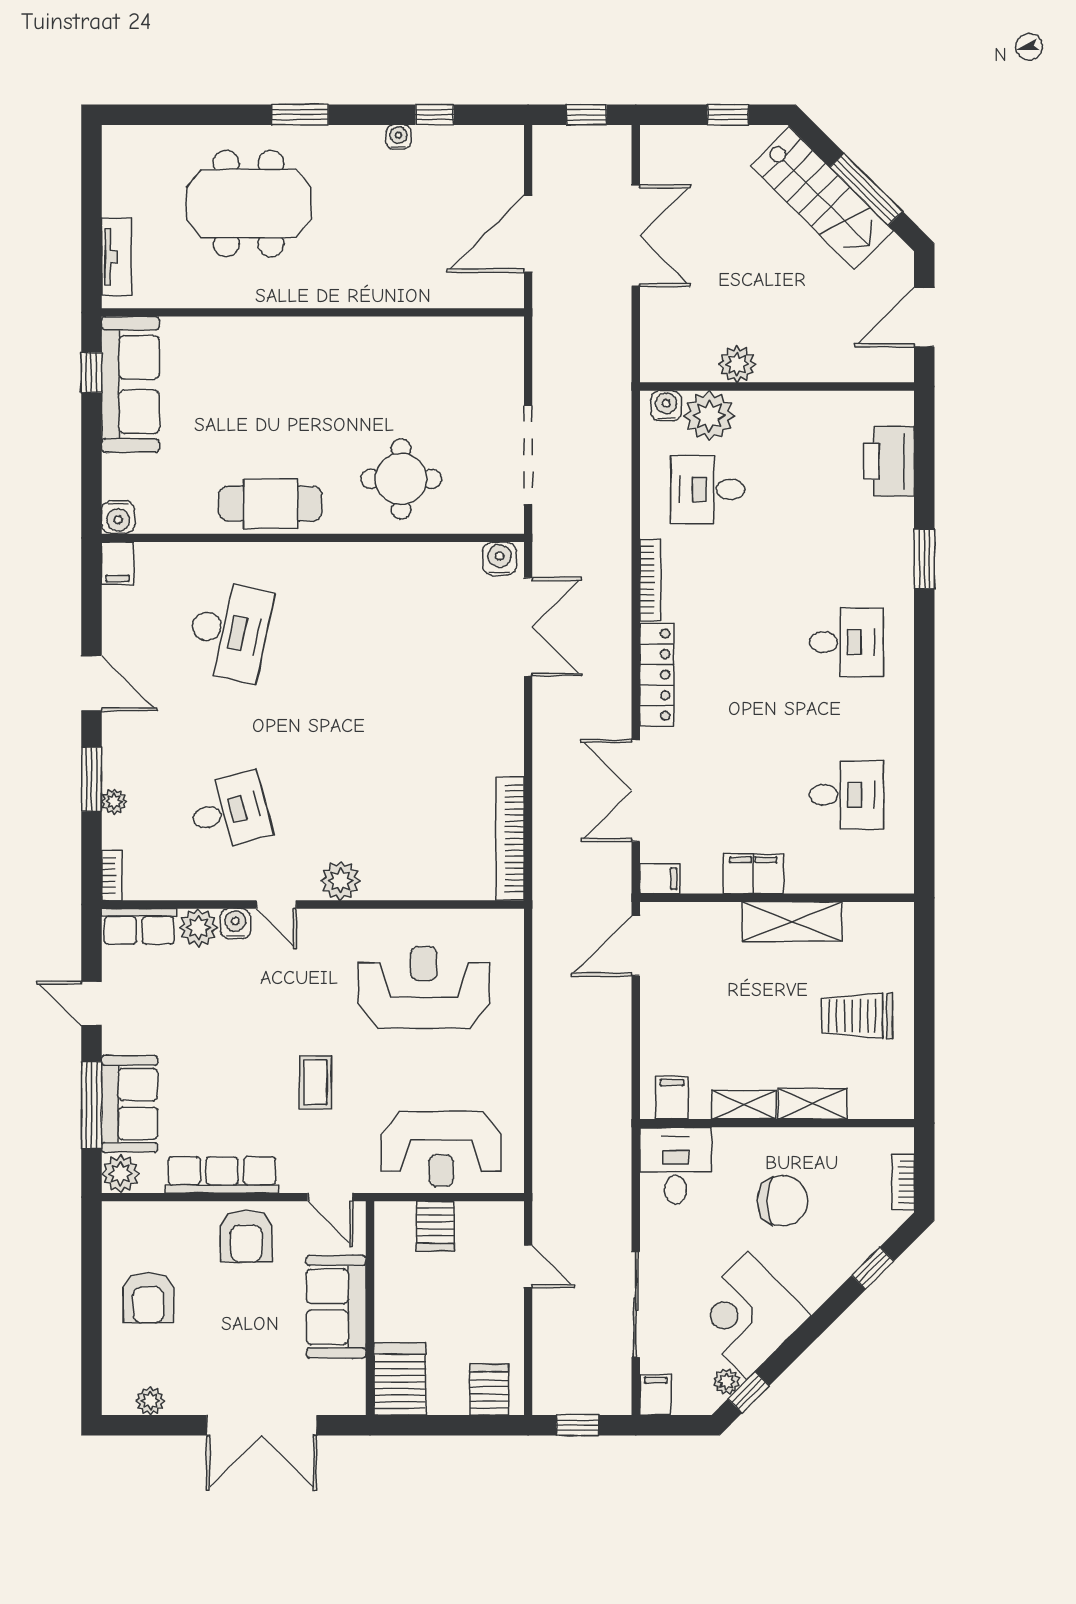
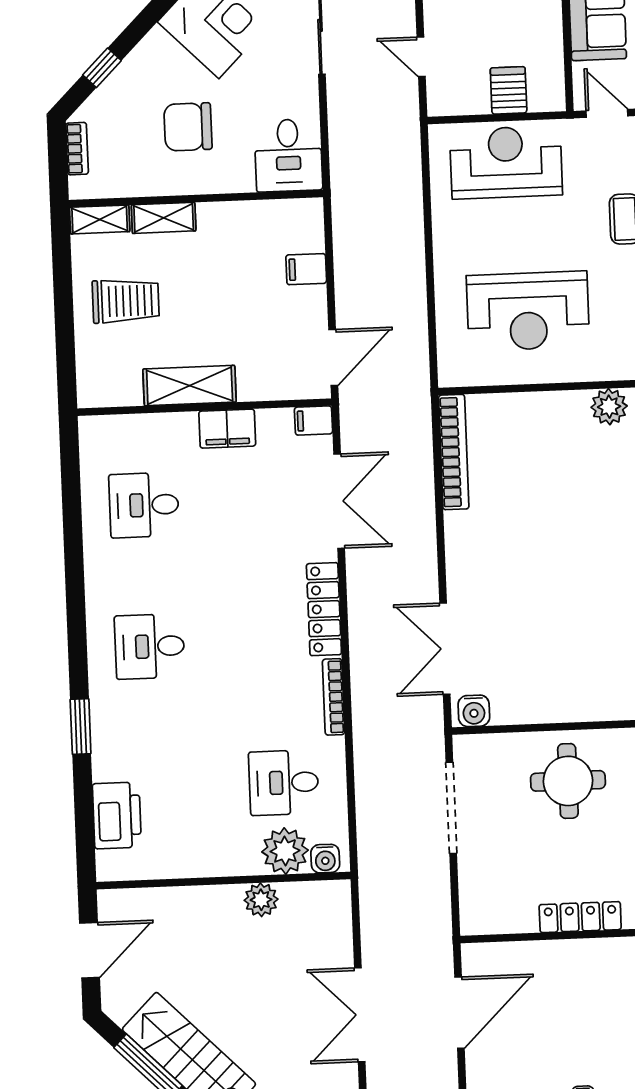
locker: (394, 332) -> (580, 917), added
desk: (708, 489) -> (284, 783), turned 180
filing cabinet: (672, 1098) -> (306, 269), moved, turned 90
shelving: (744, 1105) -> (100, 219), moved

